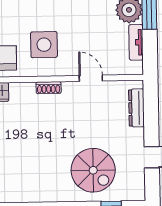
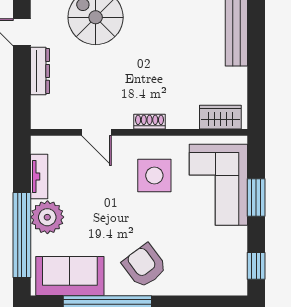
dresser: (136, 108) -> (40, 71), moved

